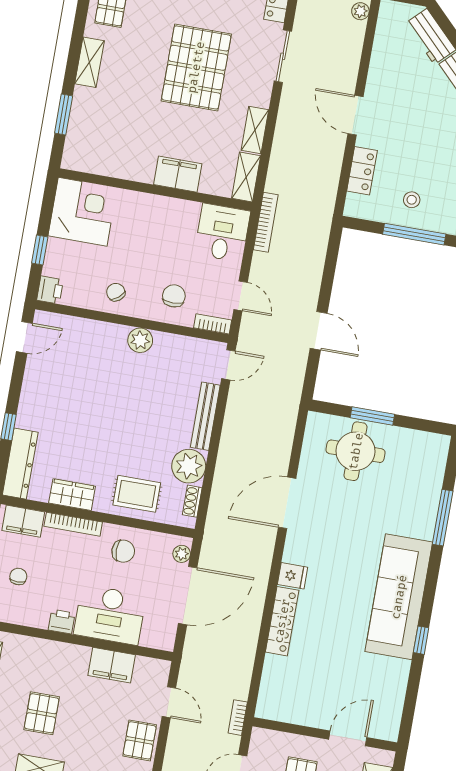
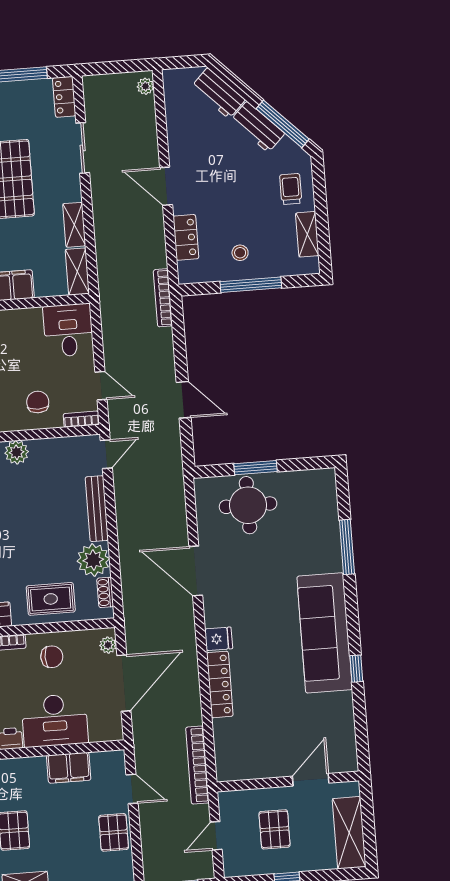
bookcase: (266, 222) -> (163, 298), moved, turned 180
door: (287, 503) -> (196, 571), hinge flipped
bookcase: (238, 718) -> (197, 765), width x2.31, depth x1.31

